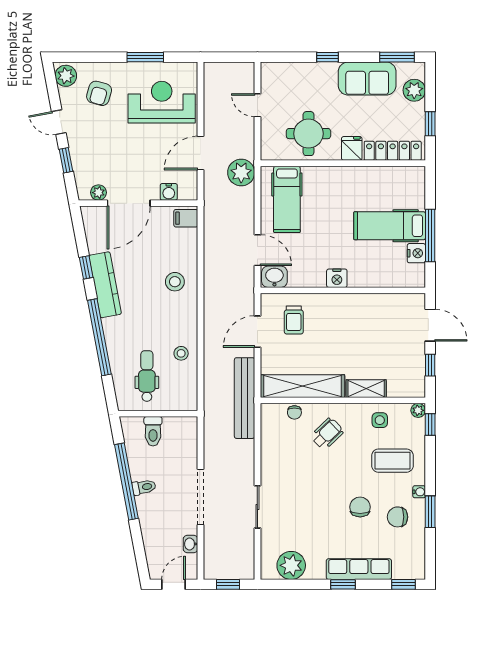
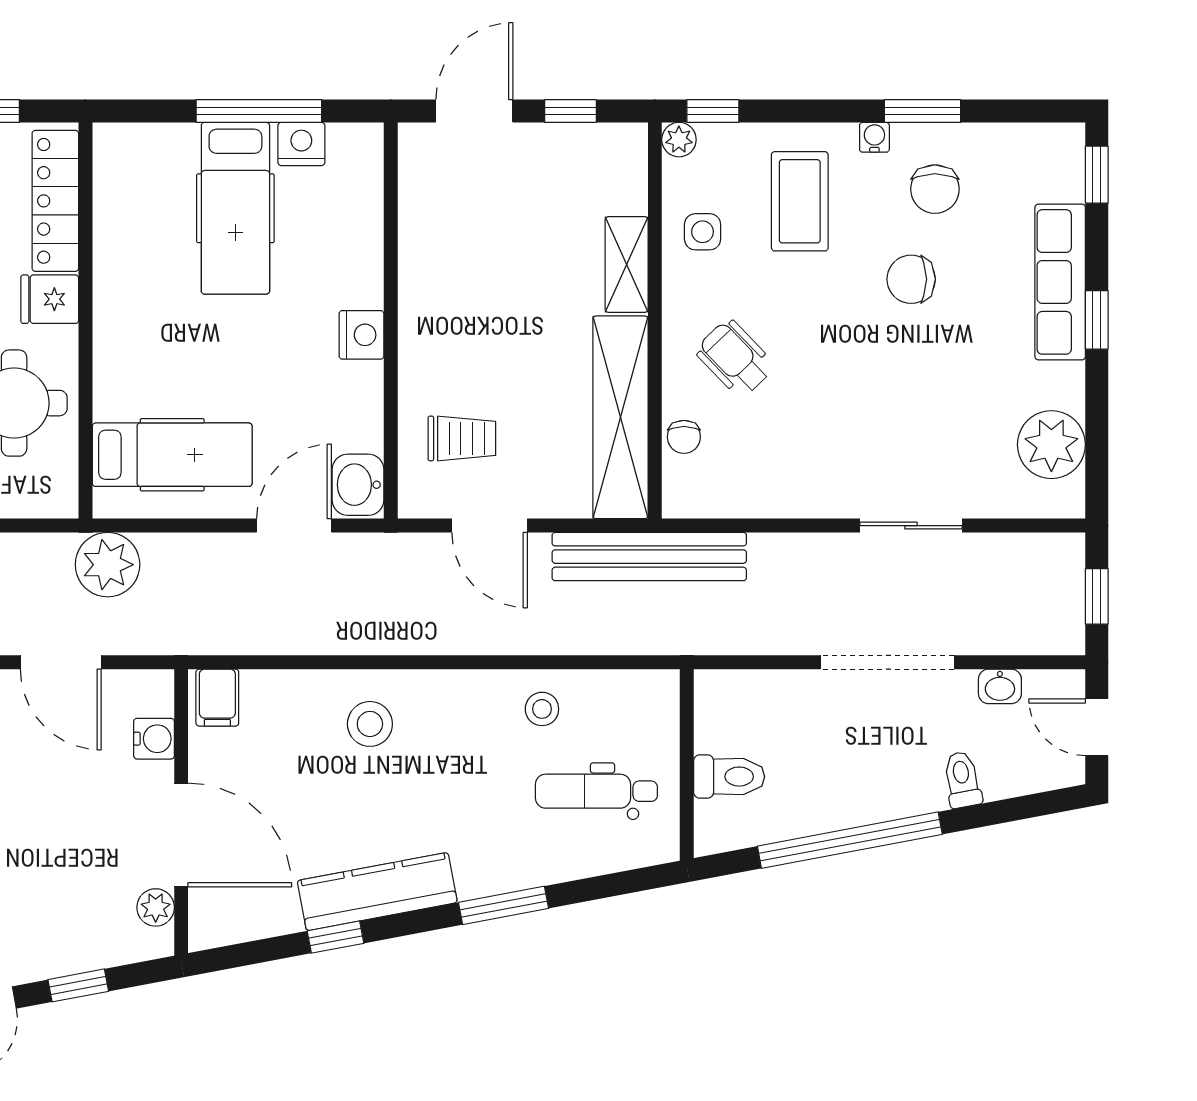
window: (99, 337) -> (504, 905), width x0.47
chair: (294, 412) -> (684, 437), turned 90
toilet: (144, 487) -> (962, 780), moved

